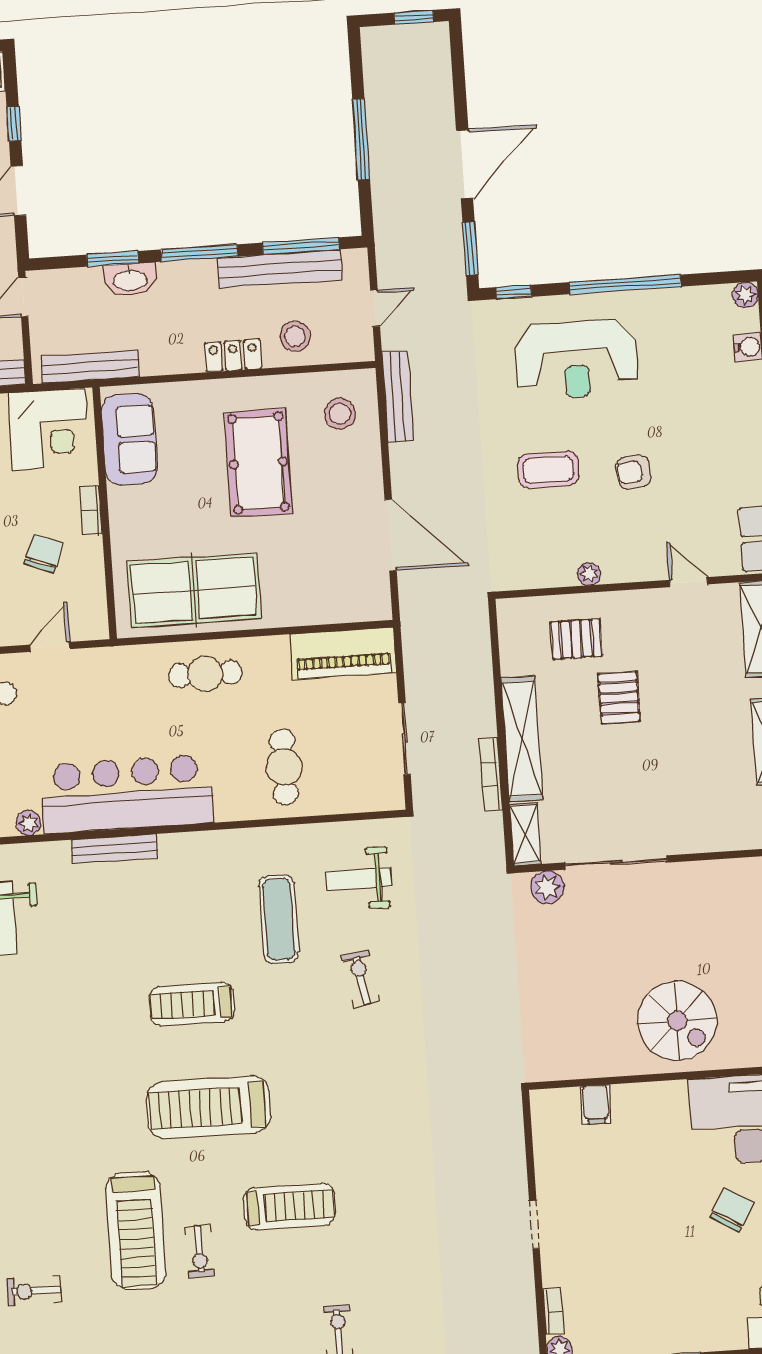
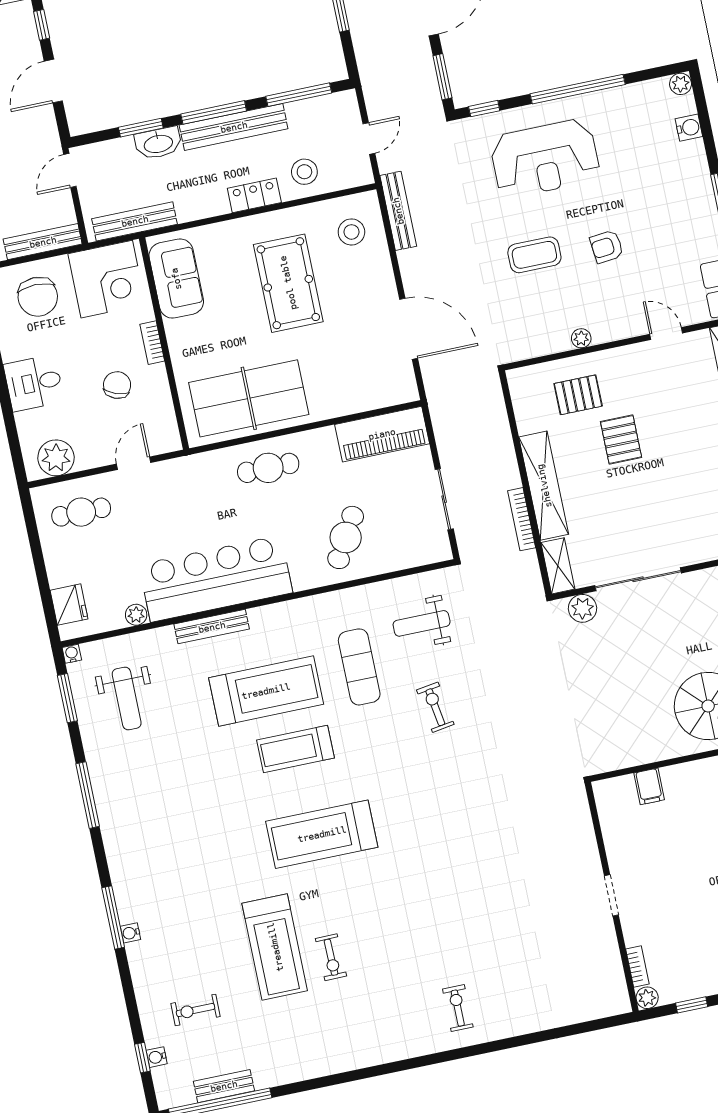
bench: (280, 269) -> (234, 127), moved
cafe table: (284, 767) -> (346, 537), turned 30
treadmill: (289, 1207) -> (266, 691), moved, width x1.37, depth x1.38

